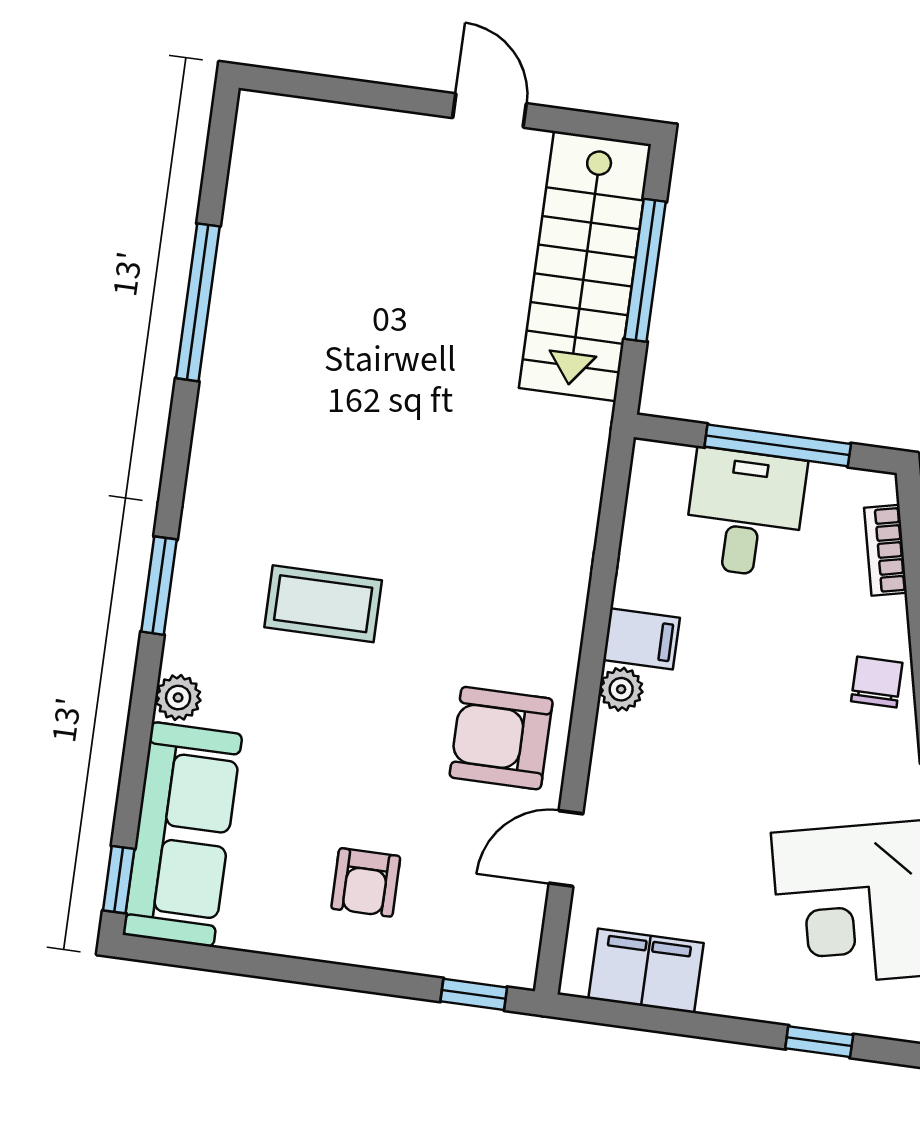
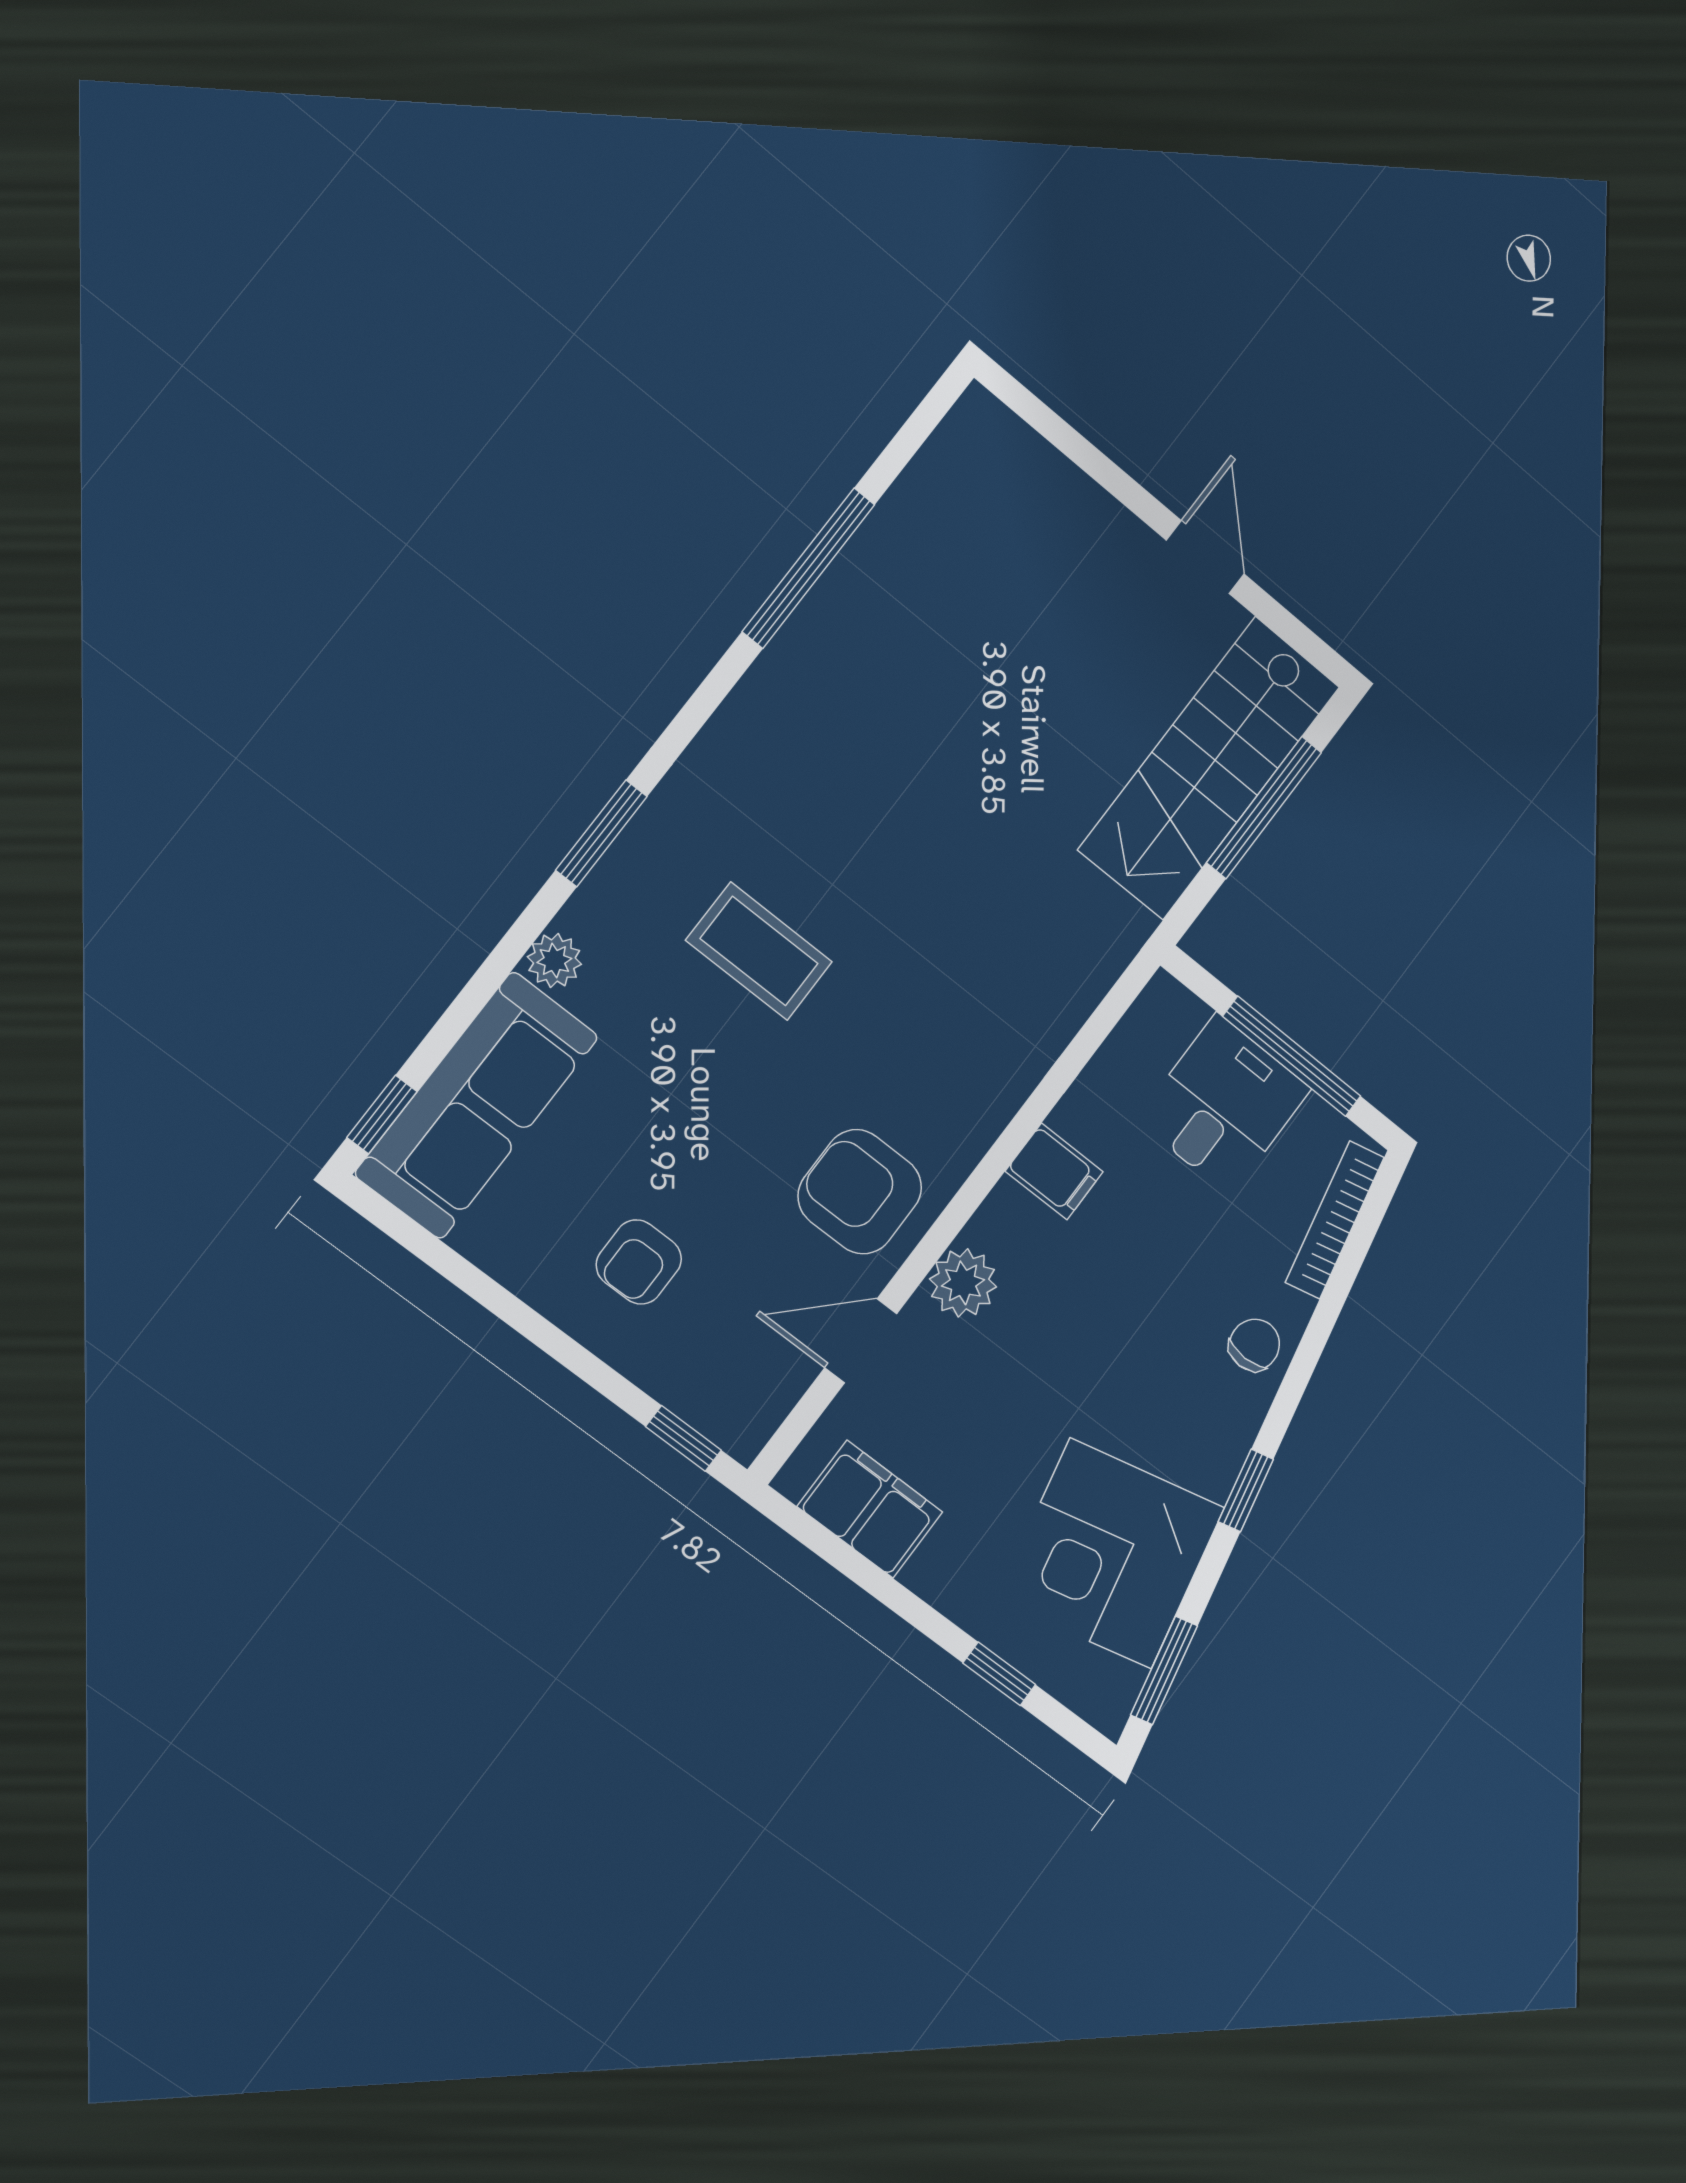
bookcase: (886, 550) -> (1335, 1220), width x1.56
plant: (621, 689) -> (963, 1283), moved, width x1.38, depth x1.38

